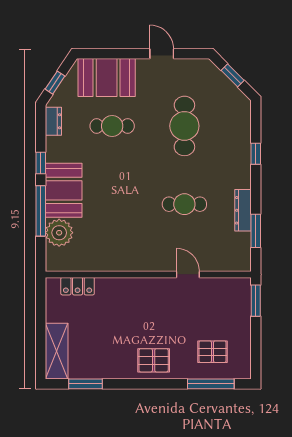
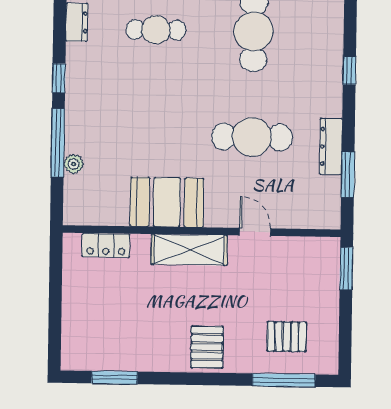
booth: (64, 190) -> (167, 202), moved, turned 90
cafe table: (184, 204) -> (252, 137), width x1.37, depth x1.35
plant: (59, 233) -> (74, 164), width x0.53, depth x0.53
shelving: (57, 351) -> (189, 250), moved, turned 90
pallet: (154, 360) -> (207, 347), turned 90

